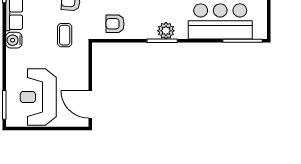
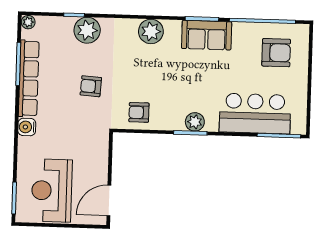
coffee table: (65, 35) -> (83, 123), removed
door: (90, 104) -> (109, 200), hinge flipped

